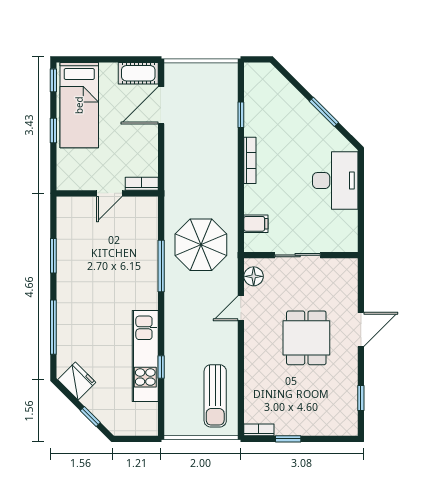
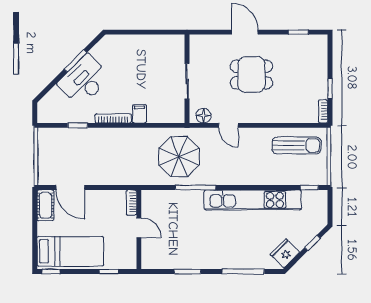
window: (53, 131) -> (109, 271), moved
desk: (335, 181) -> (84, 80), moved, turned -45
filing cabinet: (256, 224) -> (139, 114), moved
kitchen unit: (145, 356) -> (253, 200), width x1.36
window: (161, 367) -> (309, 188), moved

